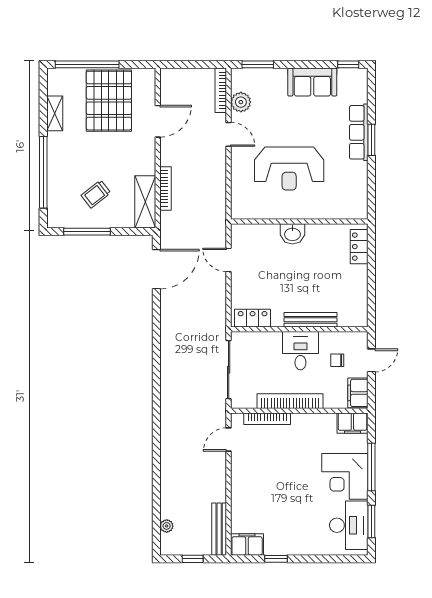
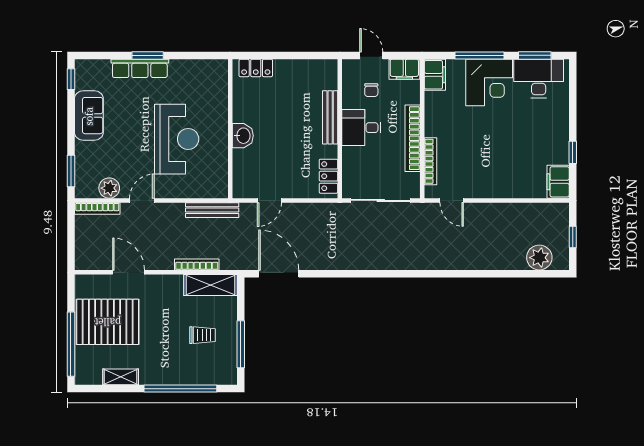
trolley: (96, 194) -> (202, 335), turned -52
plant: (167, 526) -> (539, 258), width x1.88, depth x1.88
bench: (219, 529) -> (212, 210), moved

